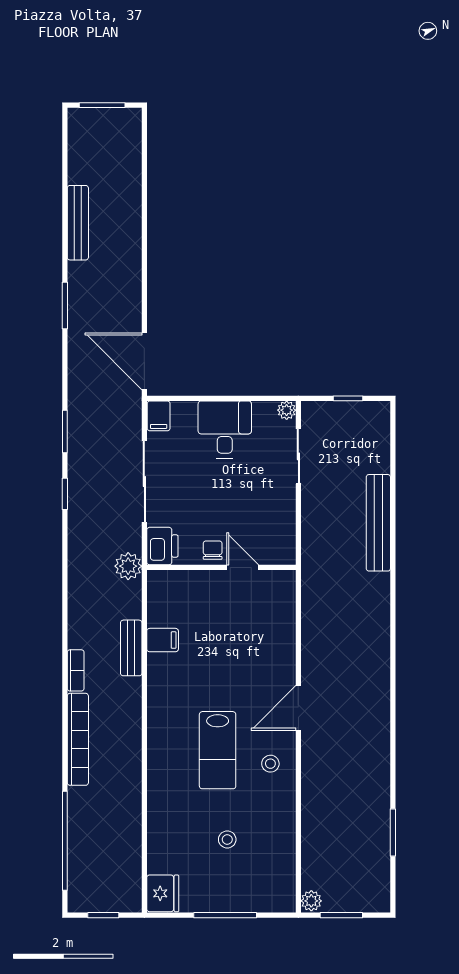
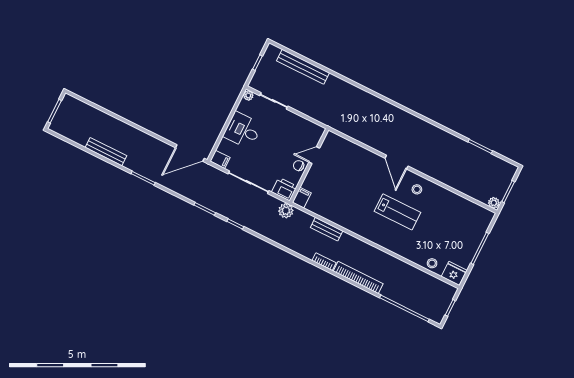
bench: (378, 523) -> (303, 67), moved
filing cabinet: (163, 640) -> (302, 198), moved
stool: (227, 839) -> (432, 263), moved

